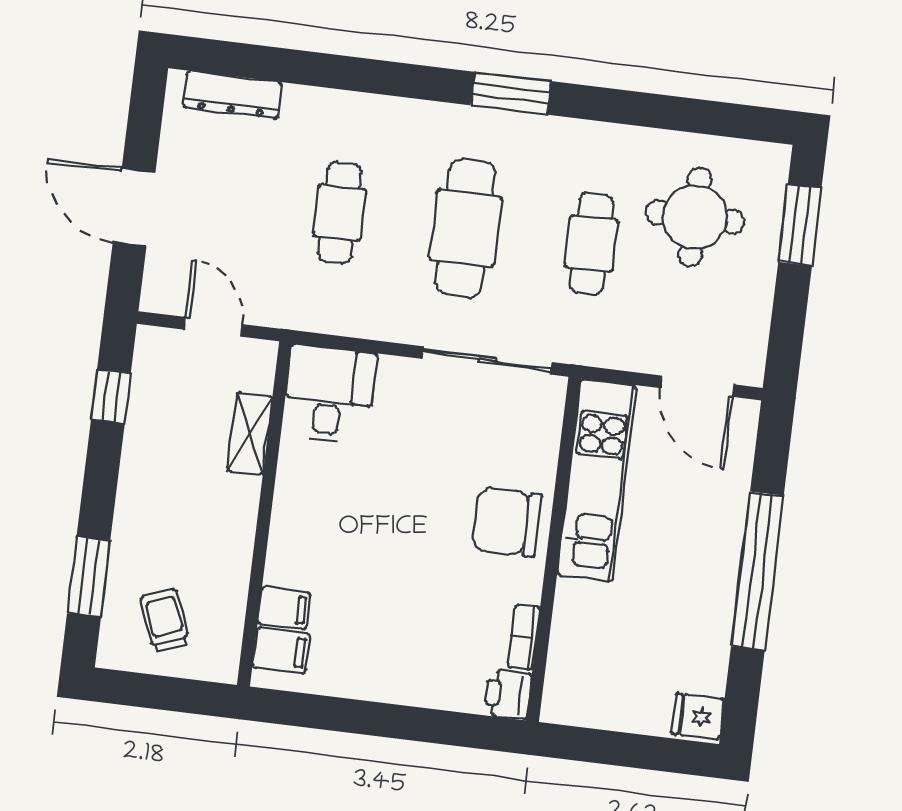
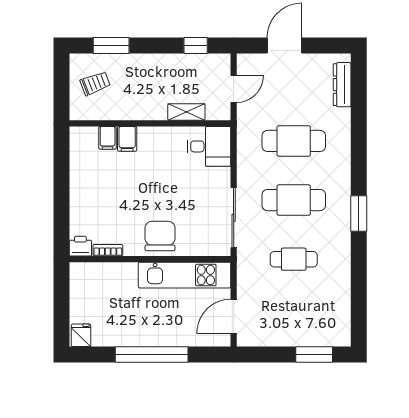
cafe table: (340, 213) -> (294, 141), width x1.37, depth x1.35
round table: (695, 217) -> (312, 306), removed
filing cabinet: (281, 650) -> (127, 139), moved

